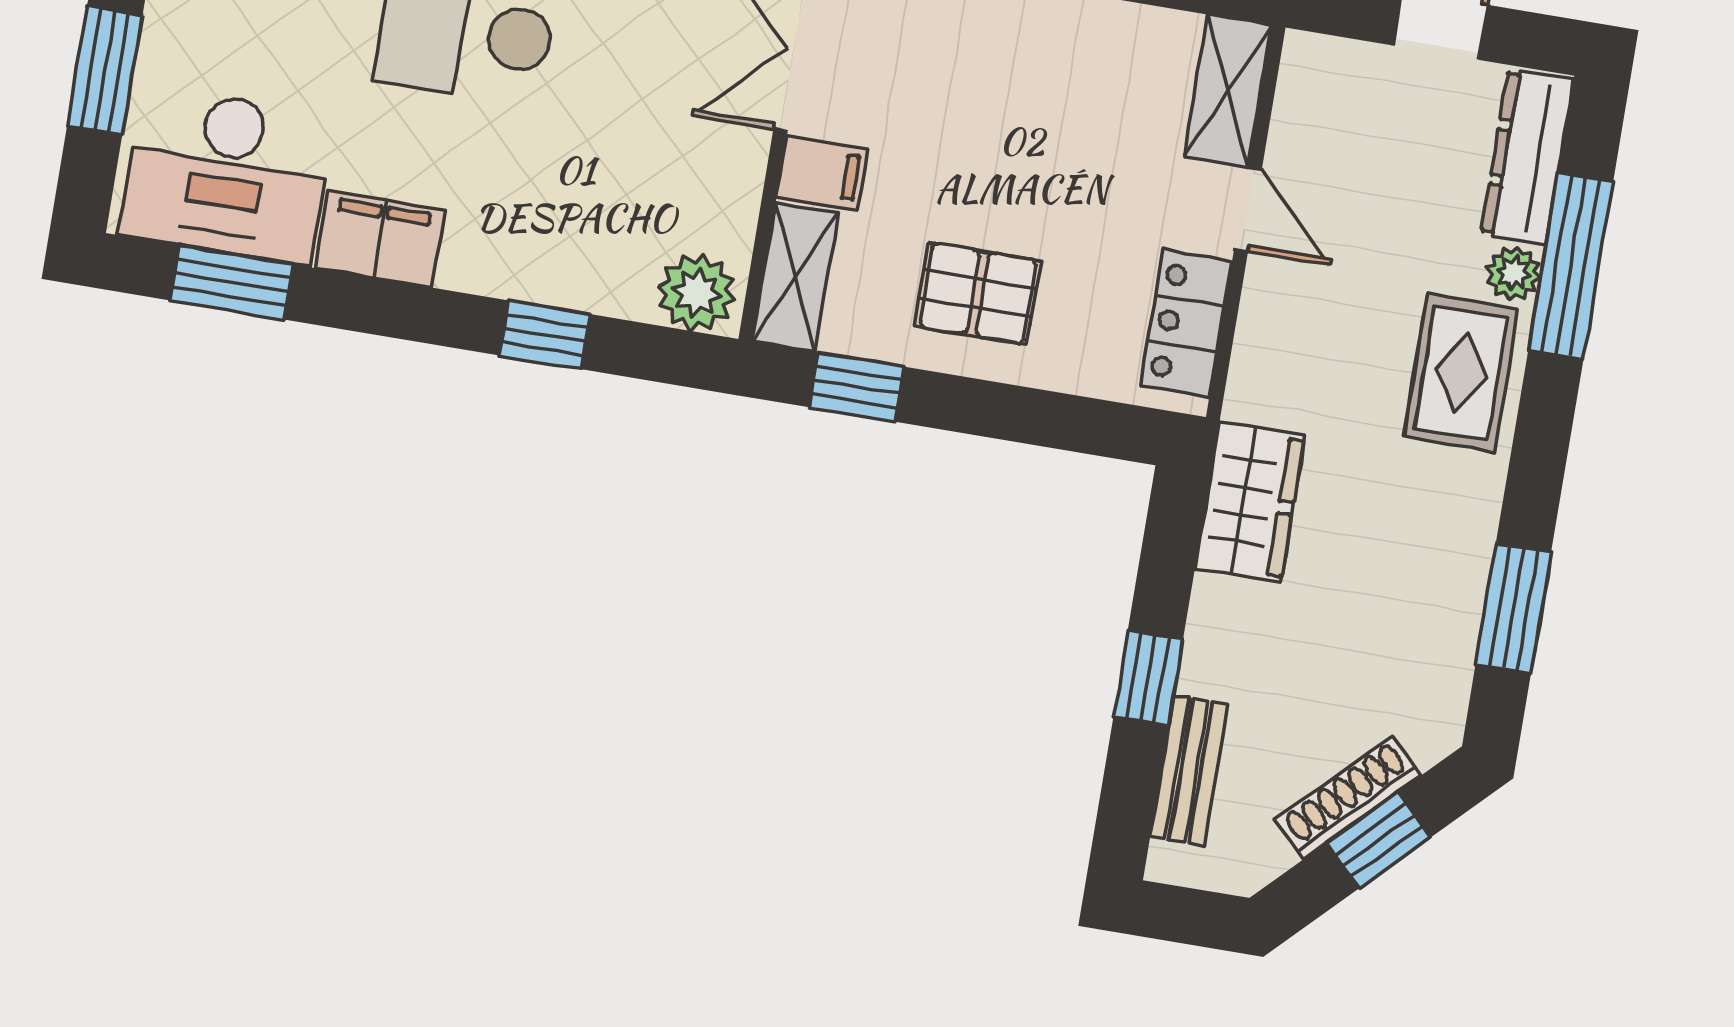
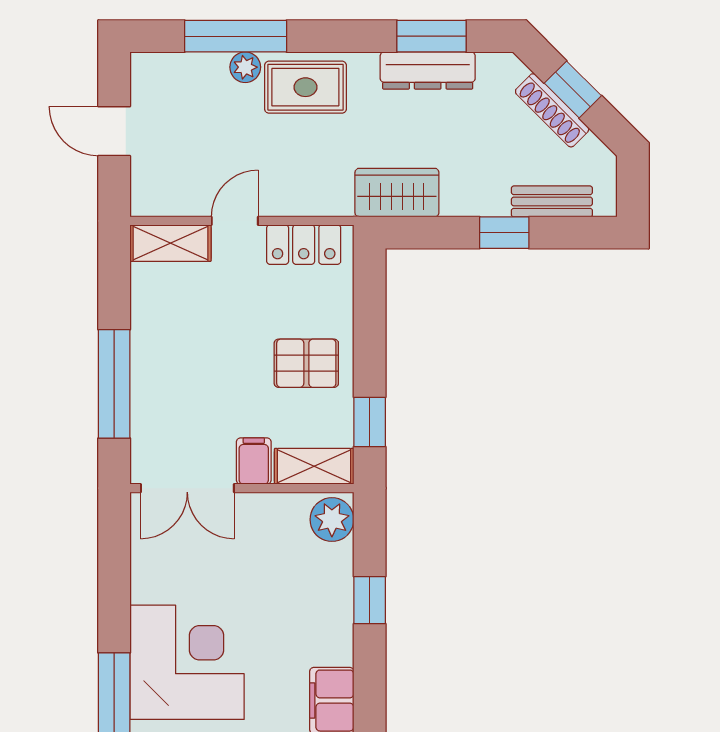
dresser: (1527, 157) -> (428, 70), moved
pallet: (978, 293) -> (306, 363), turned 90

